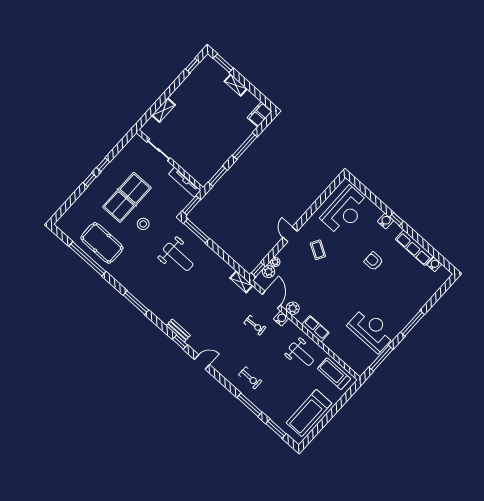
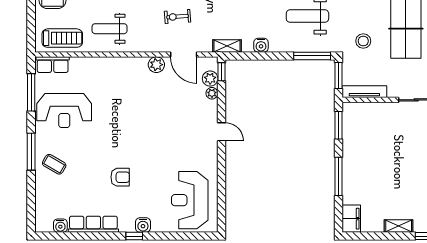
stool: (143, 224) -> (363, 41), moved
coffee table: (318, 250) -> (54, 164), moved
water cooler: (281, 318) -> (261, 45), moved
row of seats: (315, 329) -> (53, 65), moved

